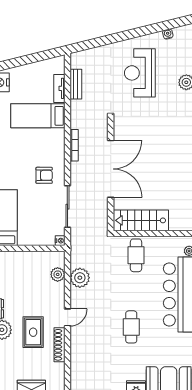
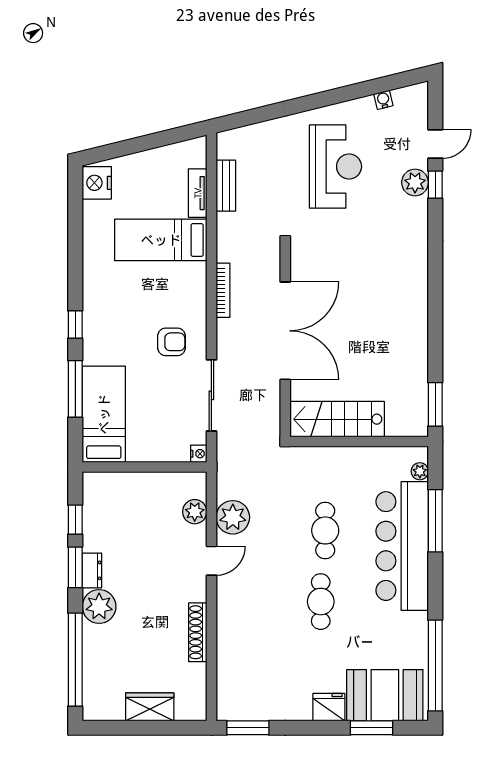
reception desk: (140, 73) -> (335, 167), turned 180
cafe table: (136, 255) -> (325, 530), moved
door: (67, 317) -> (211, 561), moved
rug: (33, 332) -> (153, 611), removed

